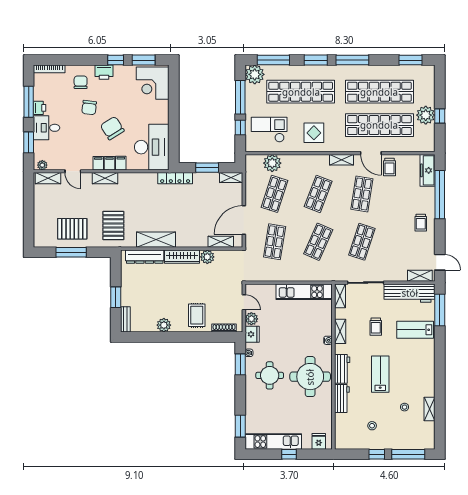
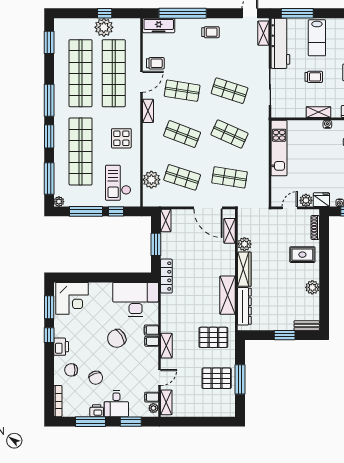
plant: (255, 74) -> (59, 202), width x0.53, depth x0.53
chair: (89, 108) -> (96, 378), moved, turned 62
filing cabinet: (98, 163) -> (152, 397), moved
pallet: (72, 229) -> (217, 378), turned 90
shelving: (340, 296) -> (283, 112), removed

